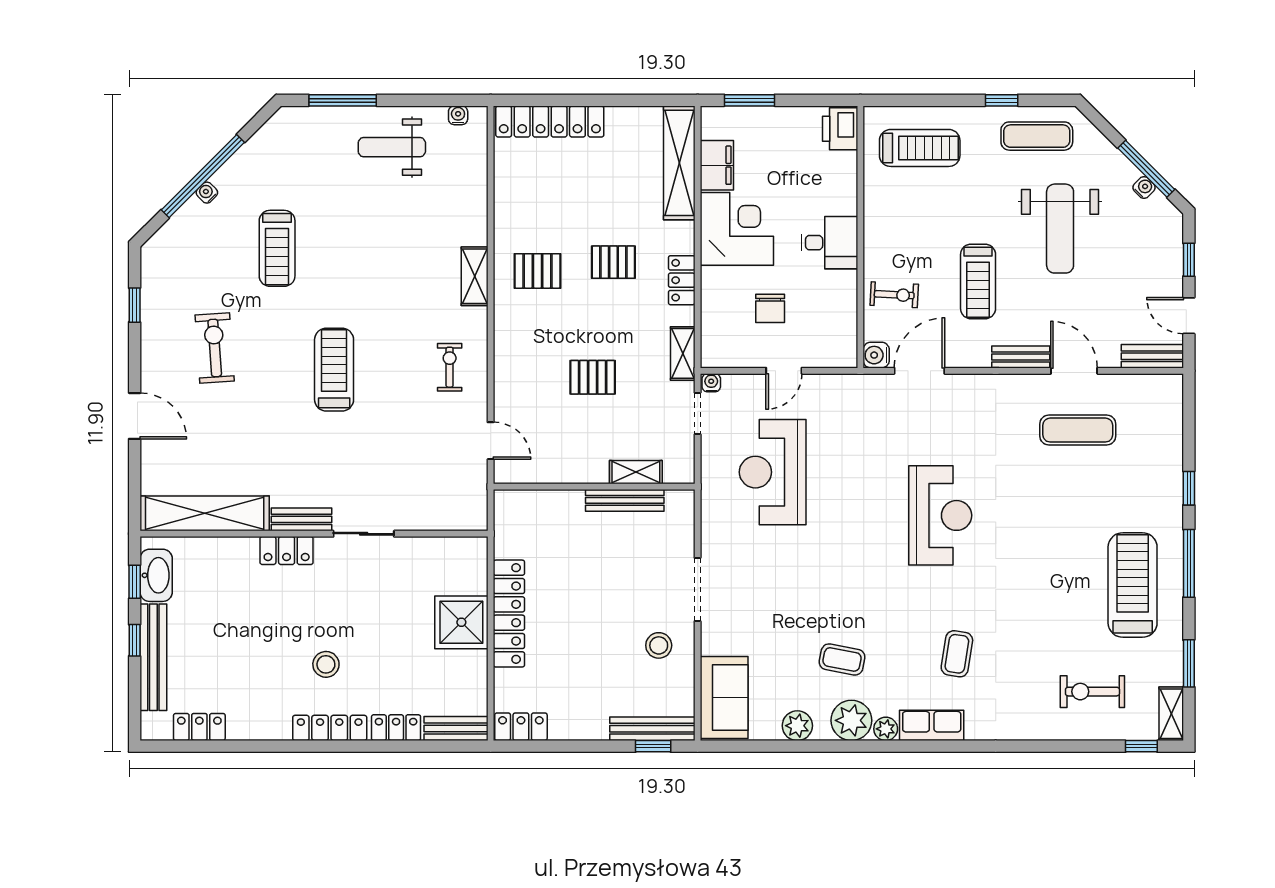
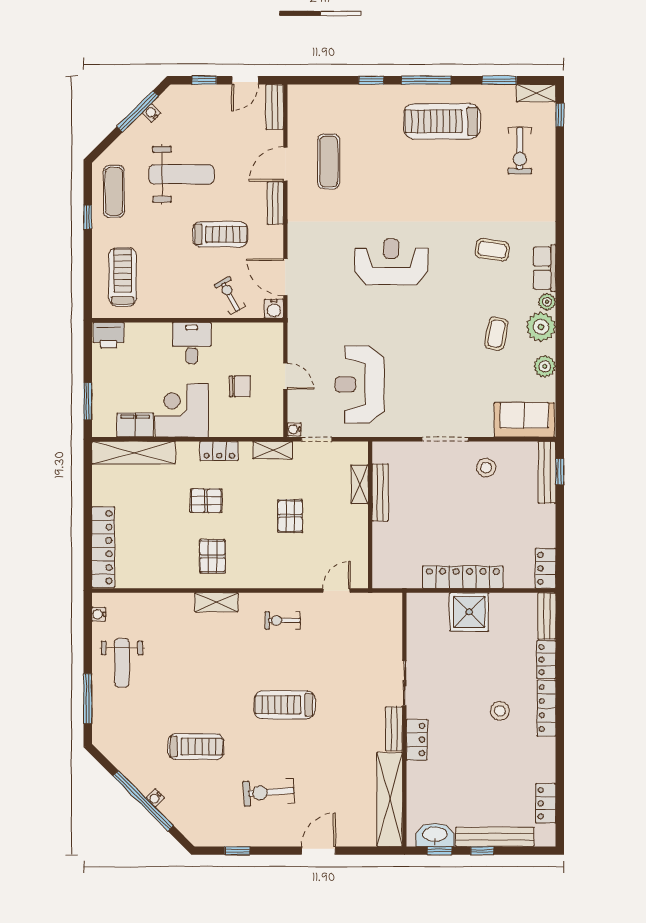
pallet: (613, 262) -> (206, 501), turned 90
exercise bike: (894, 295) -> (230, 296), turned -31
reception desk: (773, 472) -> (359, 384), turned 90

